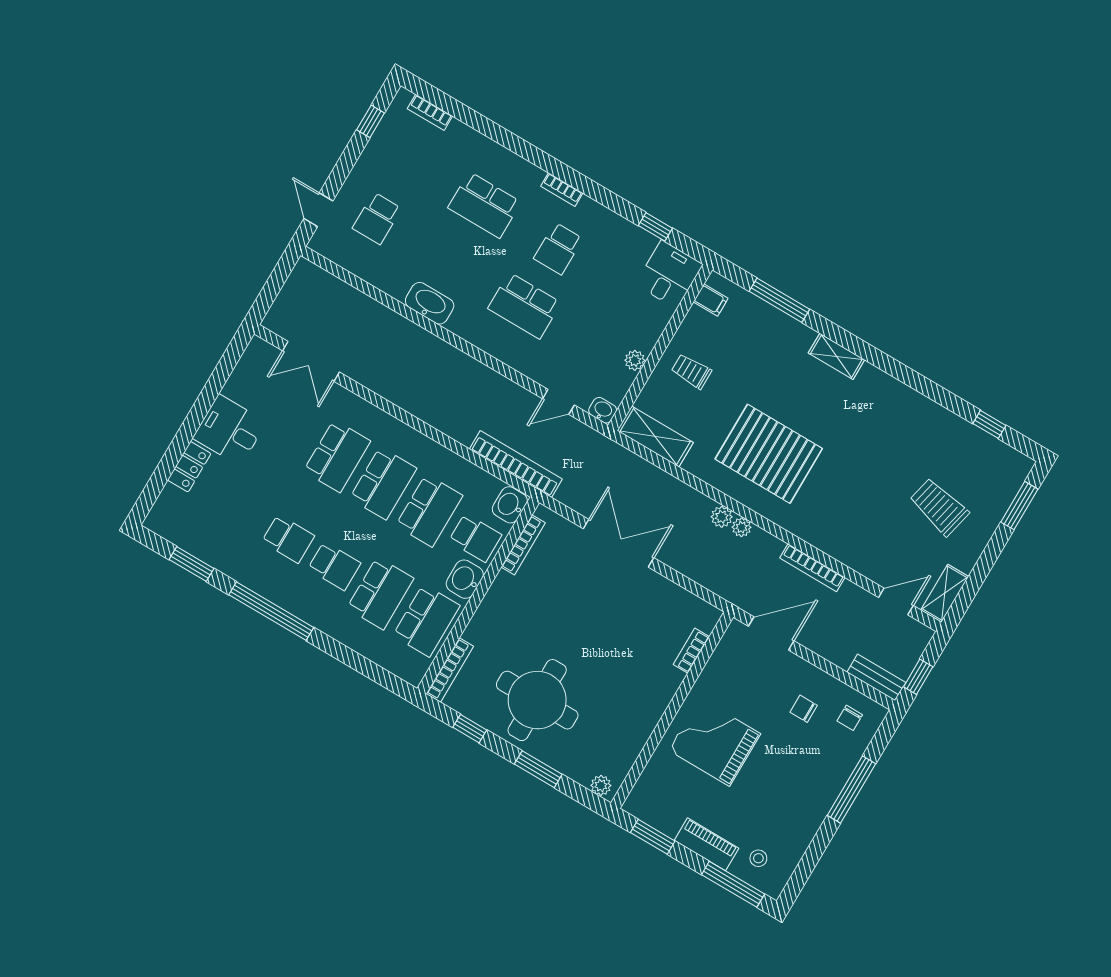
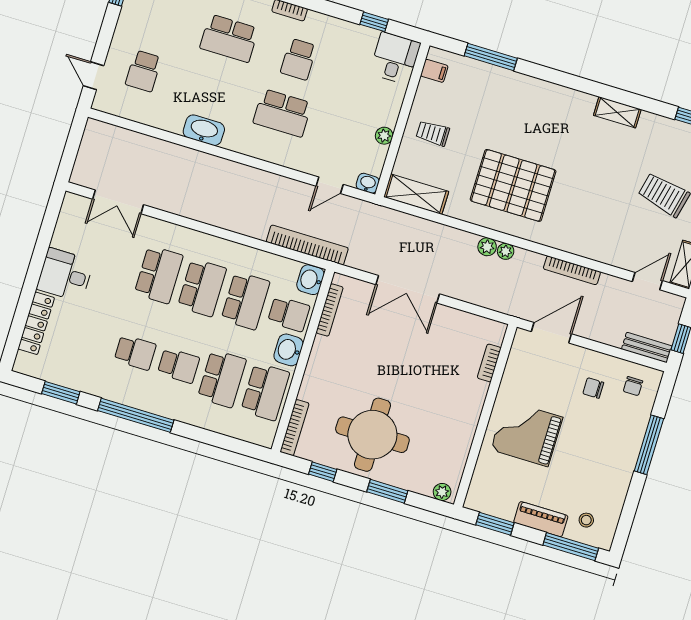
shelving: (836, 356) -> (617, 112), moved
locker: (189, 467) -> (36, 323), width x1.53
double door: (619, 543) -> (408, 289), swing flipped

